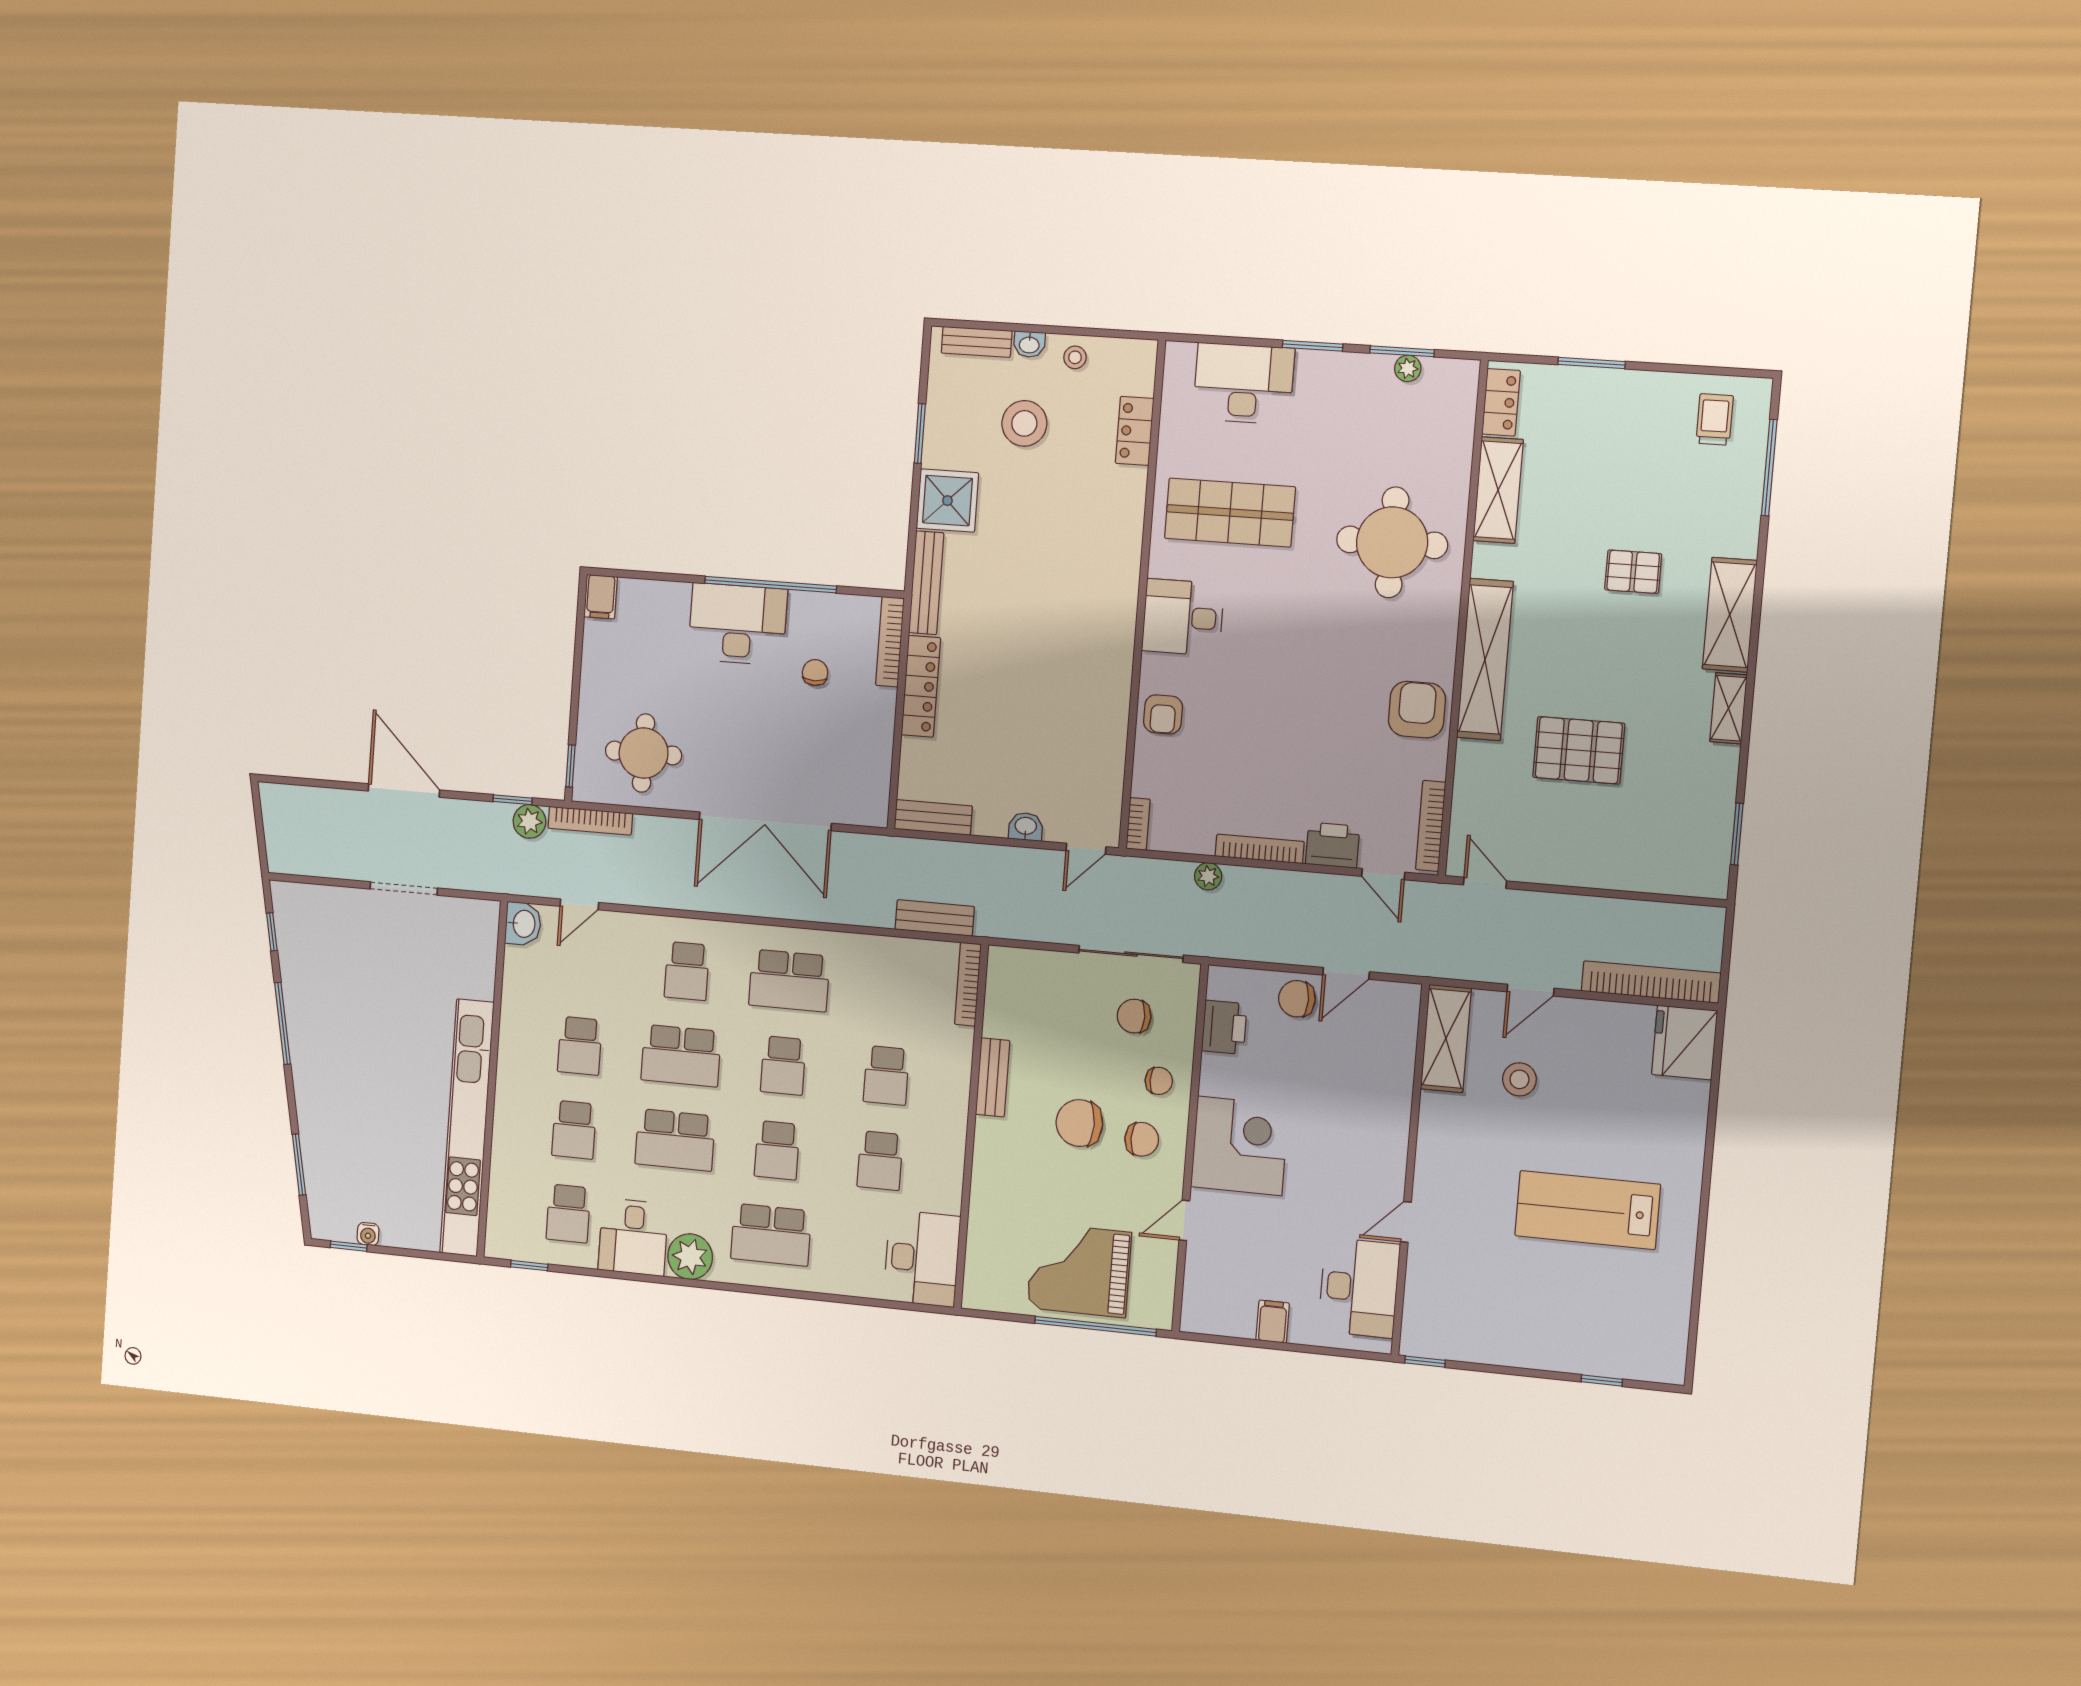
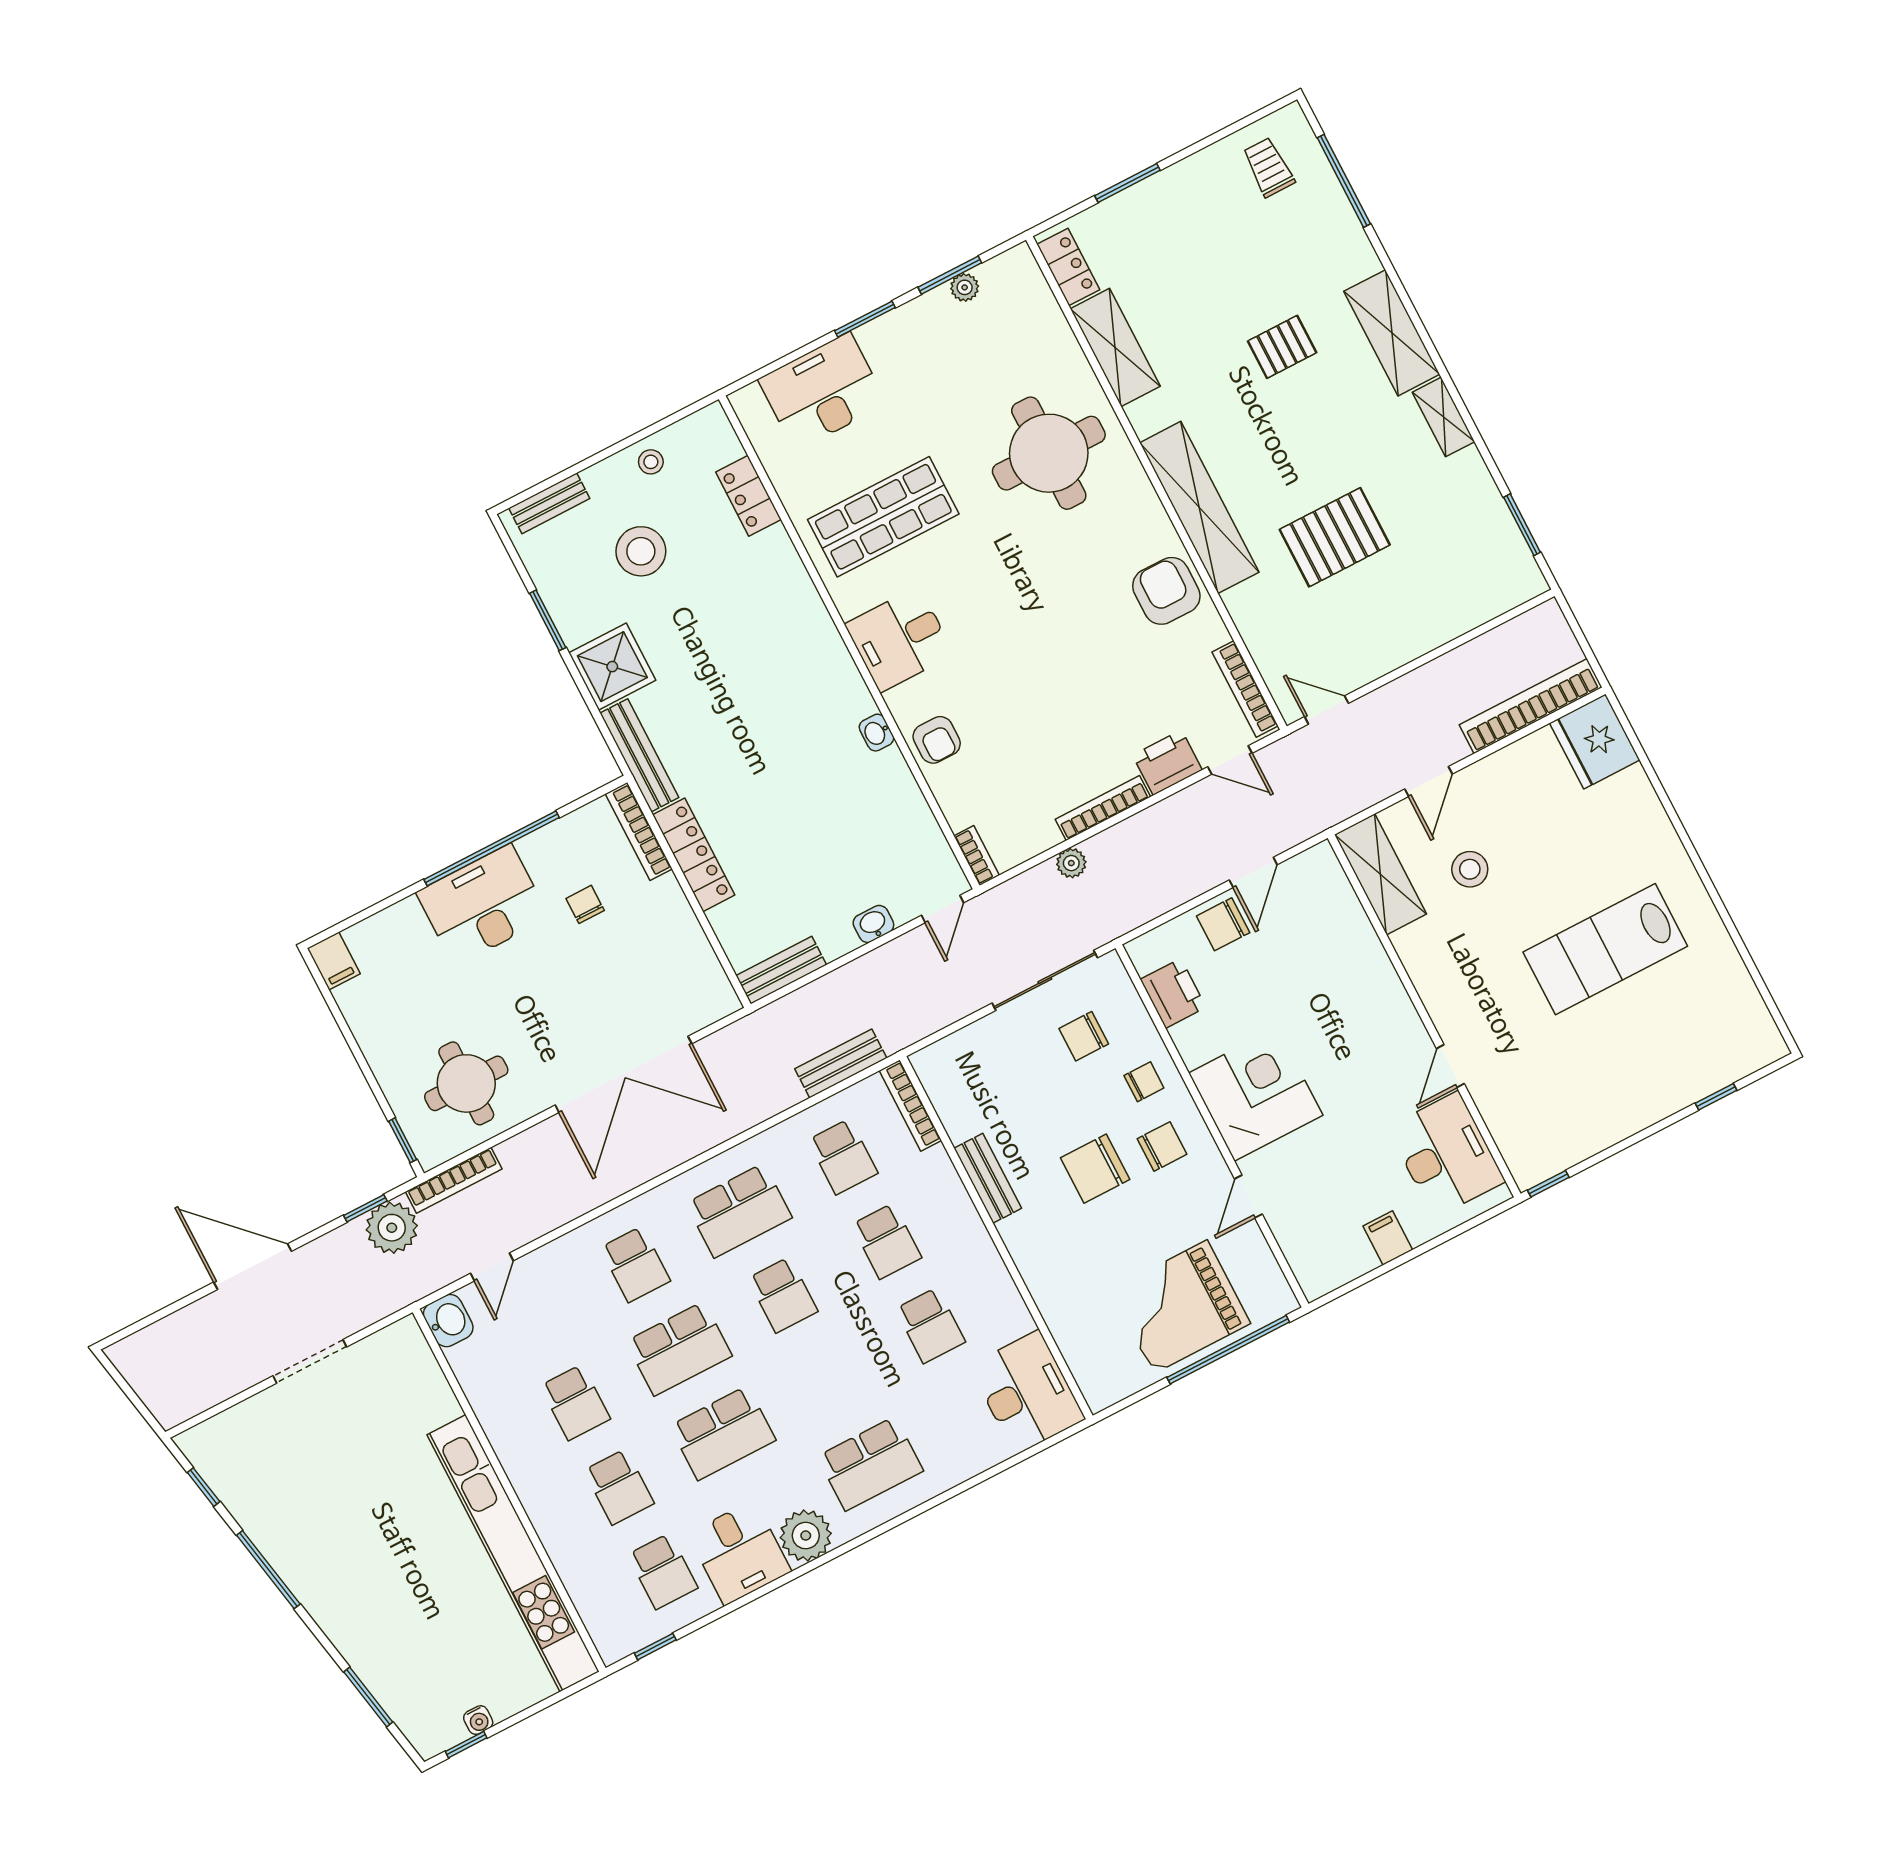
washbasin: (1029, 344) -> (876, 733), moved, turned 90
plant: (529, 821) -> (392, 1228), width x1.36, depth x1.36
school desk: (777, 1150) -> (843, 1157), moved

